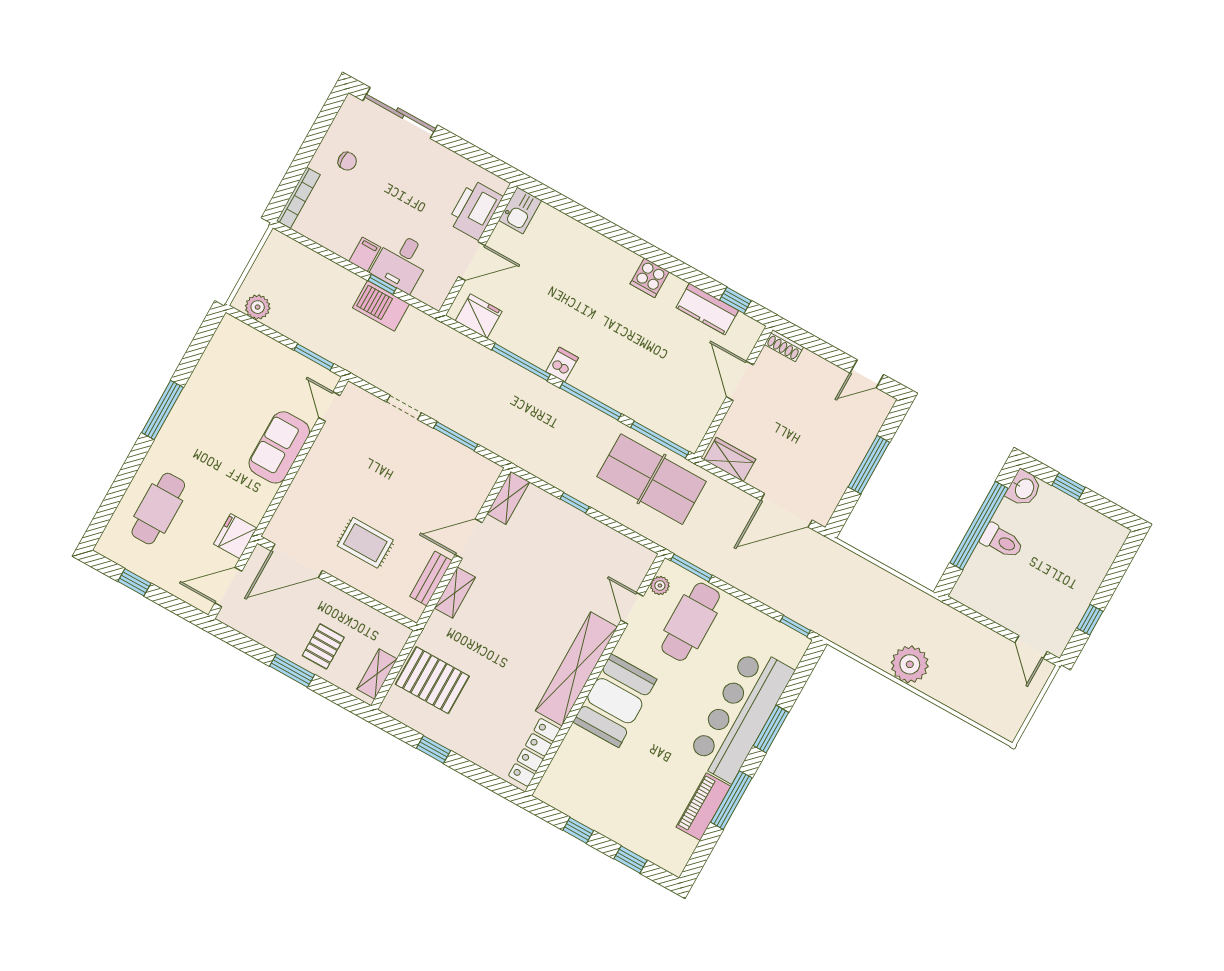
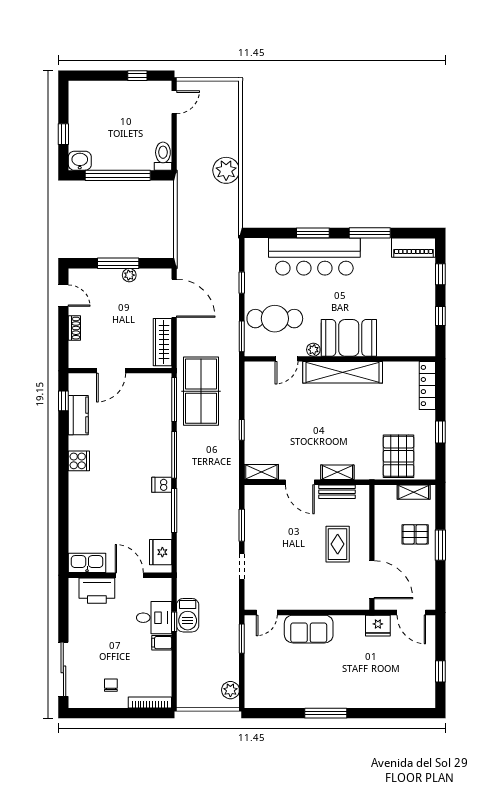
kitchen sink: (520, 210) -> (87, 563), width x1.38
shoe rack: (784, 346) -> (74, 328), moved
wardrobe: (730, 459) -> (162, 342), width x1.50
plant: (846, 470) -> (129, 275), added
cafe table: (158, 509) -> (387, 682), removed
toilet: (1002, 541) -> (163, 156), moved
plant: (660, 586) -> (313, 350), moved
window: (795, 626) -> (242, 283), moved
locker: (534, 752) -> (427, 386), moved, turned 90
piano: (703, 807) -> (414, 248), moved

